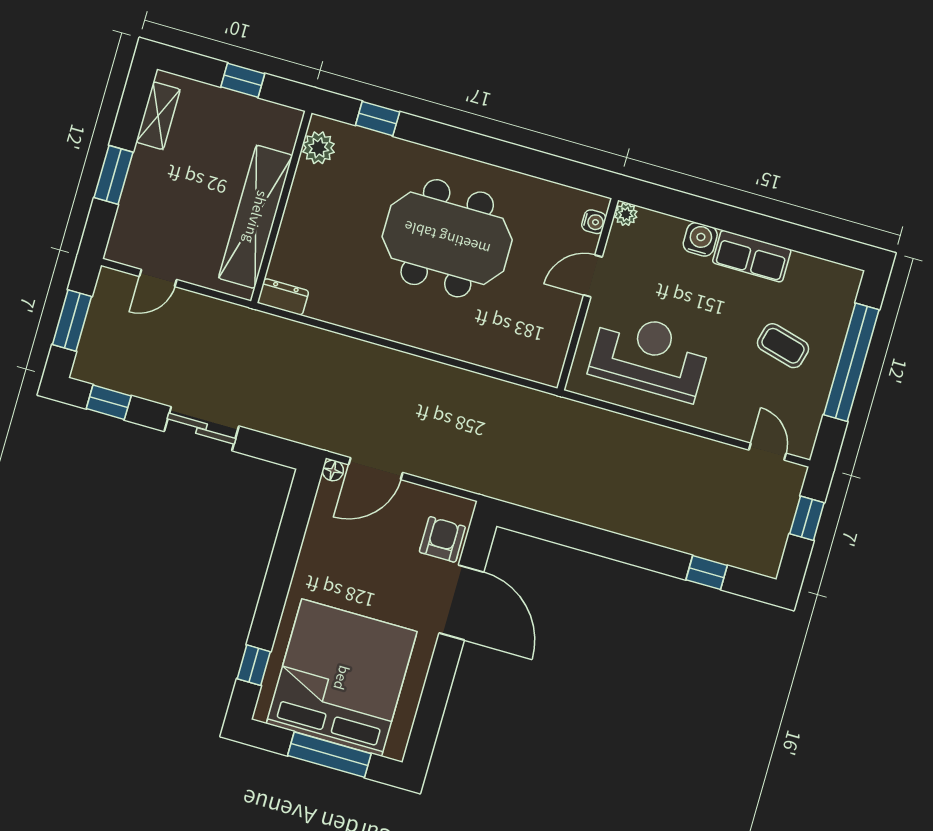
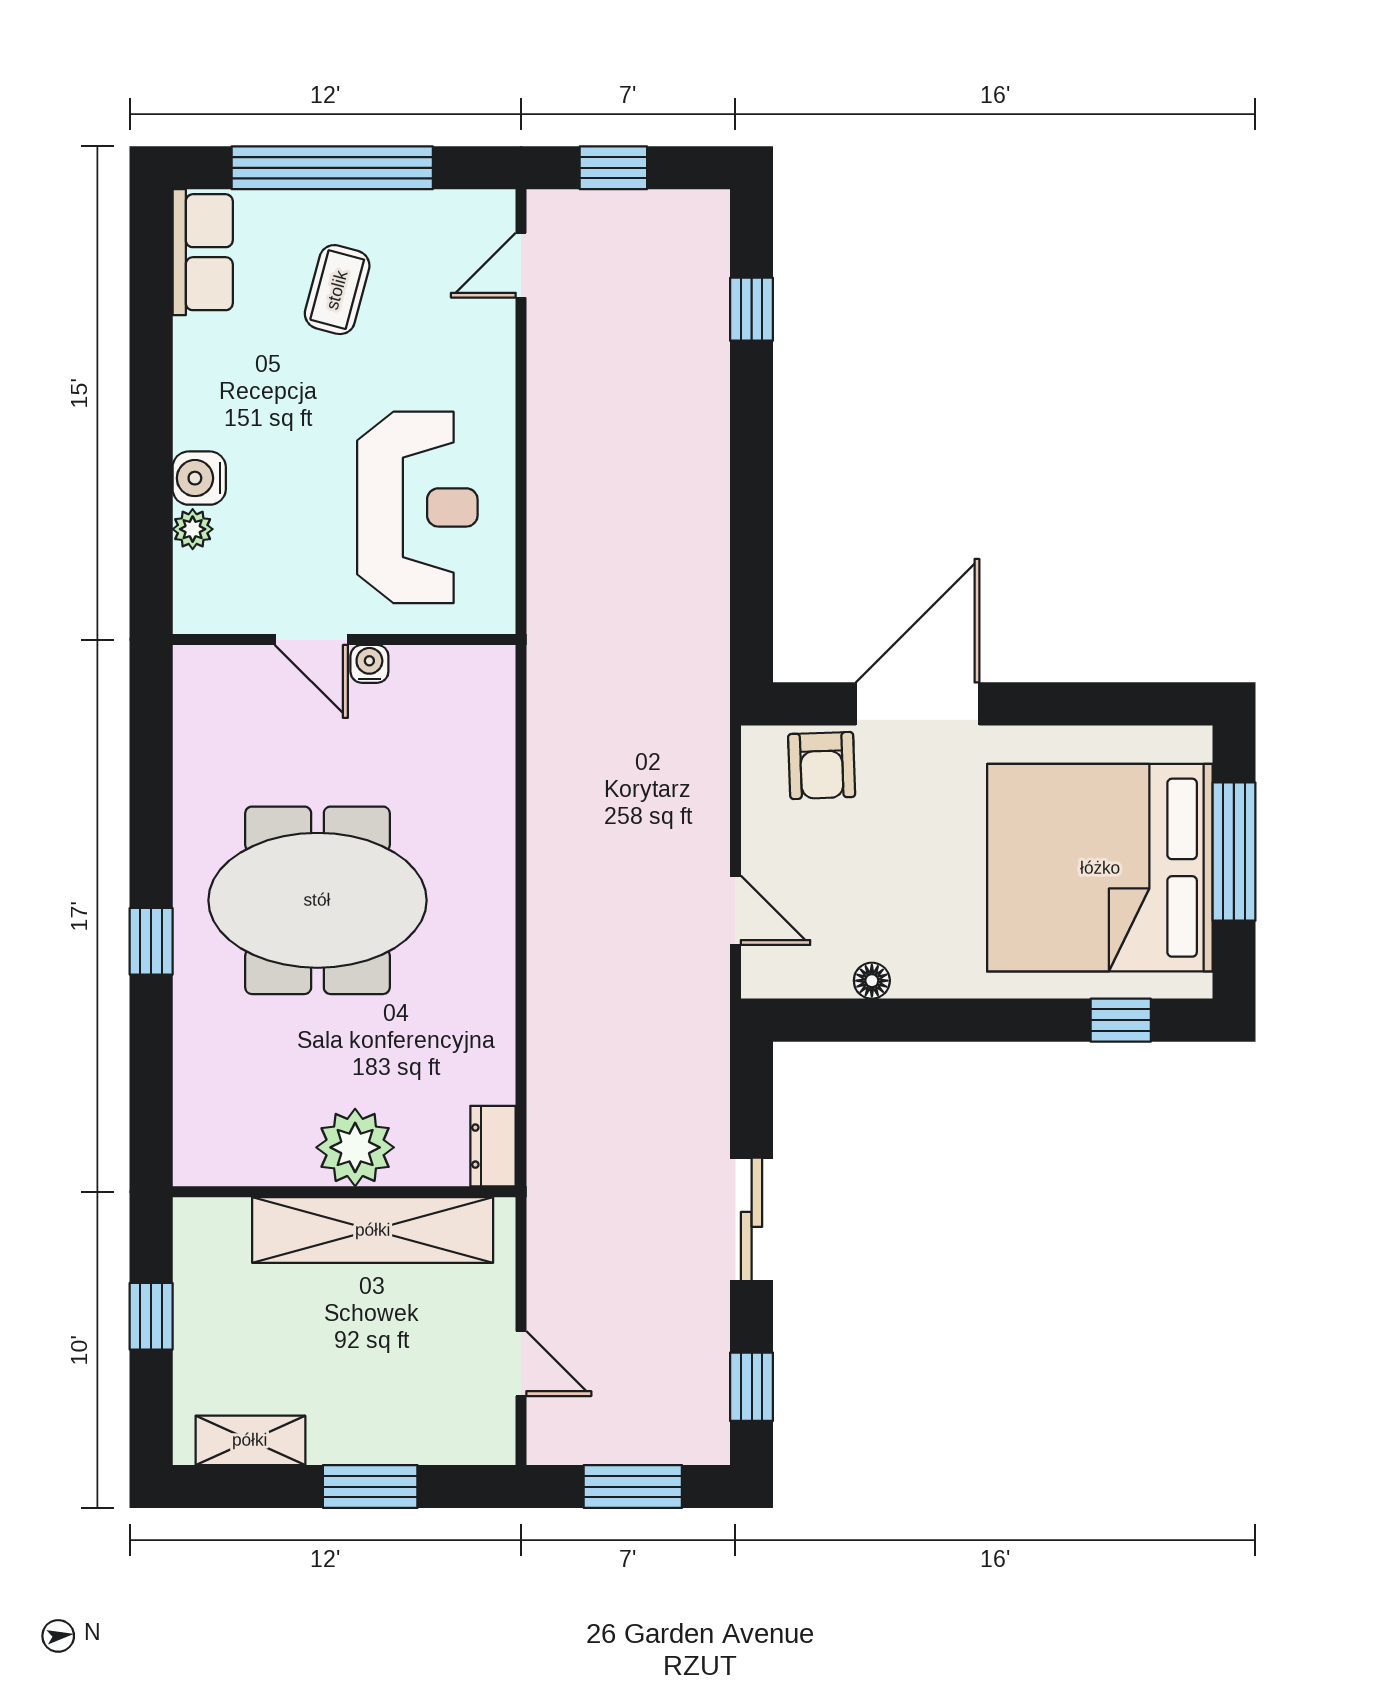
window: (378, 119) -> (151, 941), moved
plant: (318, 148) -> (355, 1147), moved, width x1.36, depth x1.36
plant: (626, 214) -> (193, 529), moved
water cooler: (594, 222) -> (369, 664), moved
meeting table: (447, 238) -> (317, 900), turned 90
row of seats: (752, 256) -> (203, 252), moved
reception desk: (649, 356) -> (417, 507), turned 180
door: (376, 469) -> (735, 910), width x0.73
floor lamp: (333, 470) -> (872, 981), moved
armchair: (442, 539) -> (822, 765), turned -92

